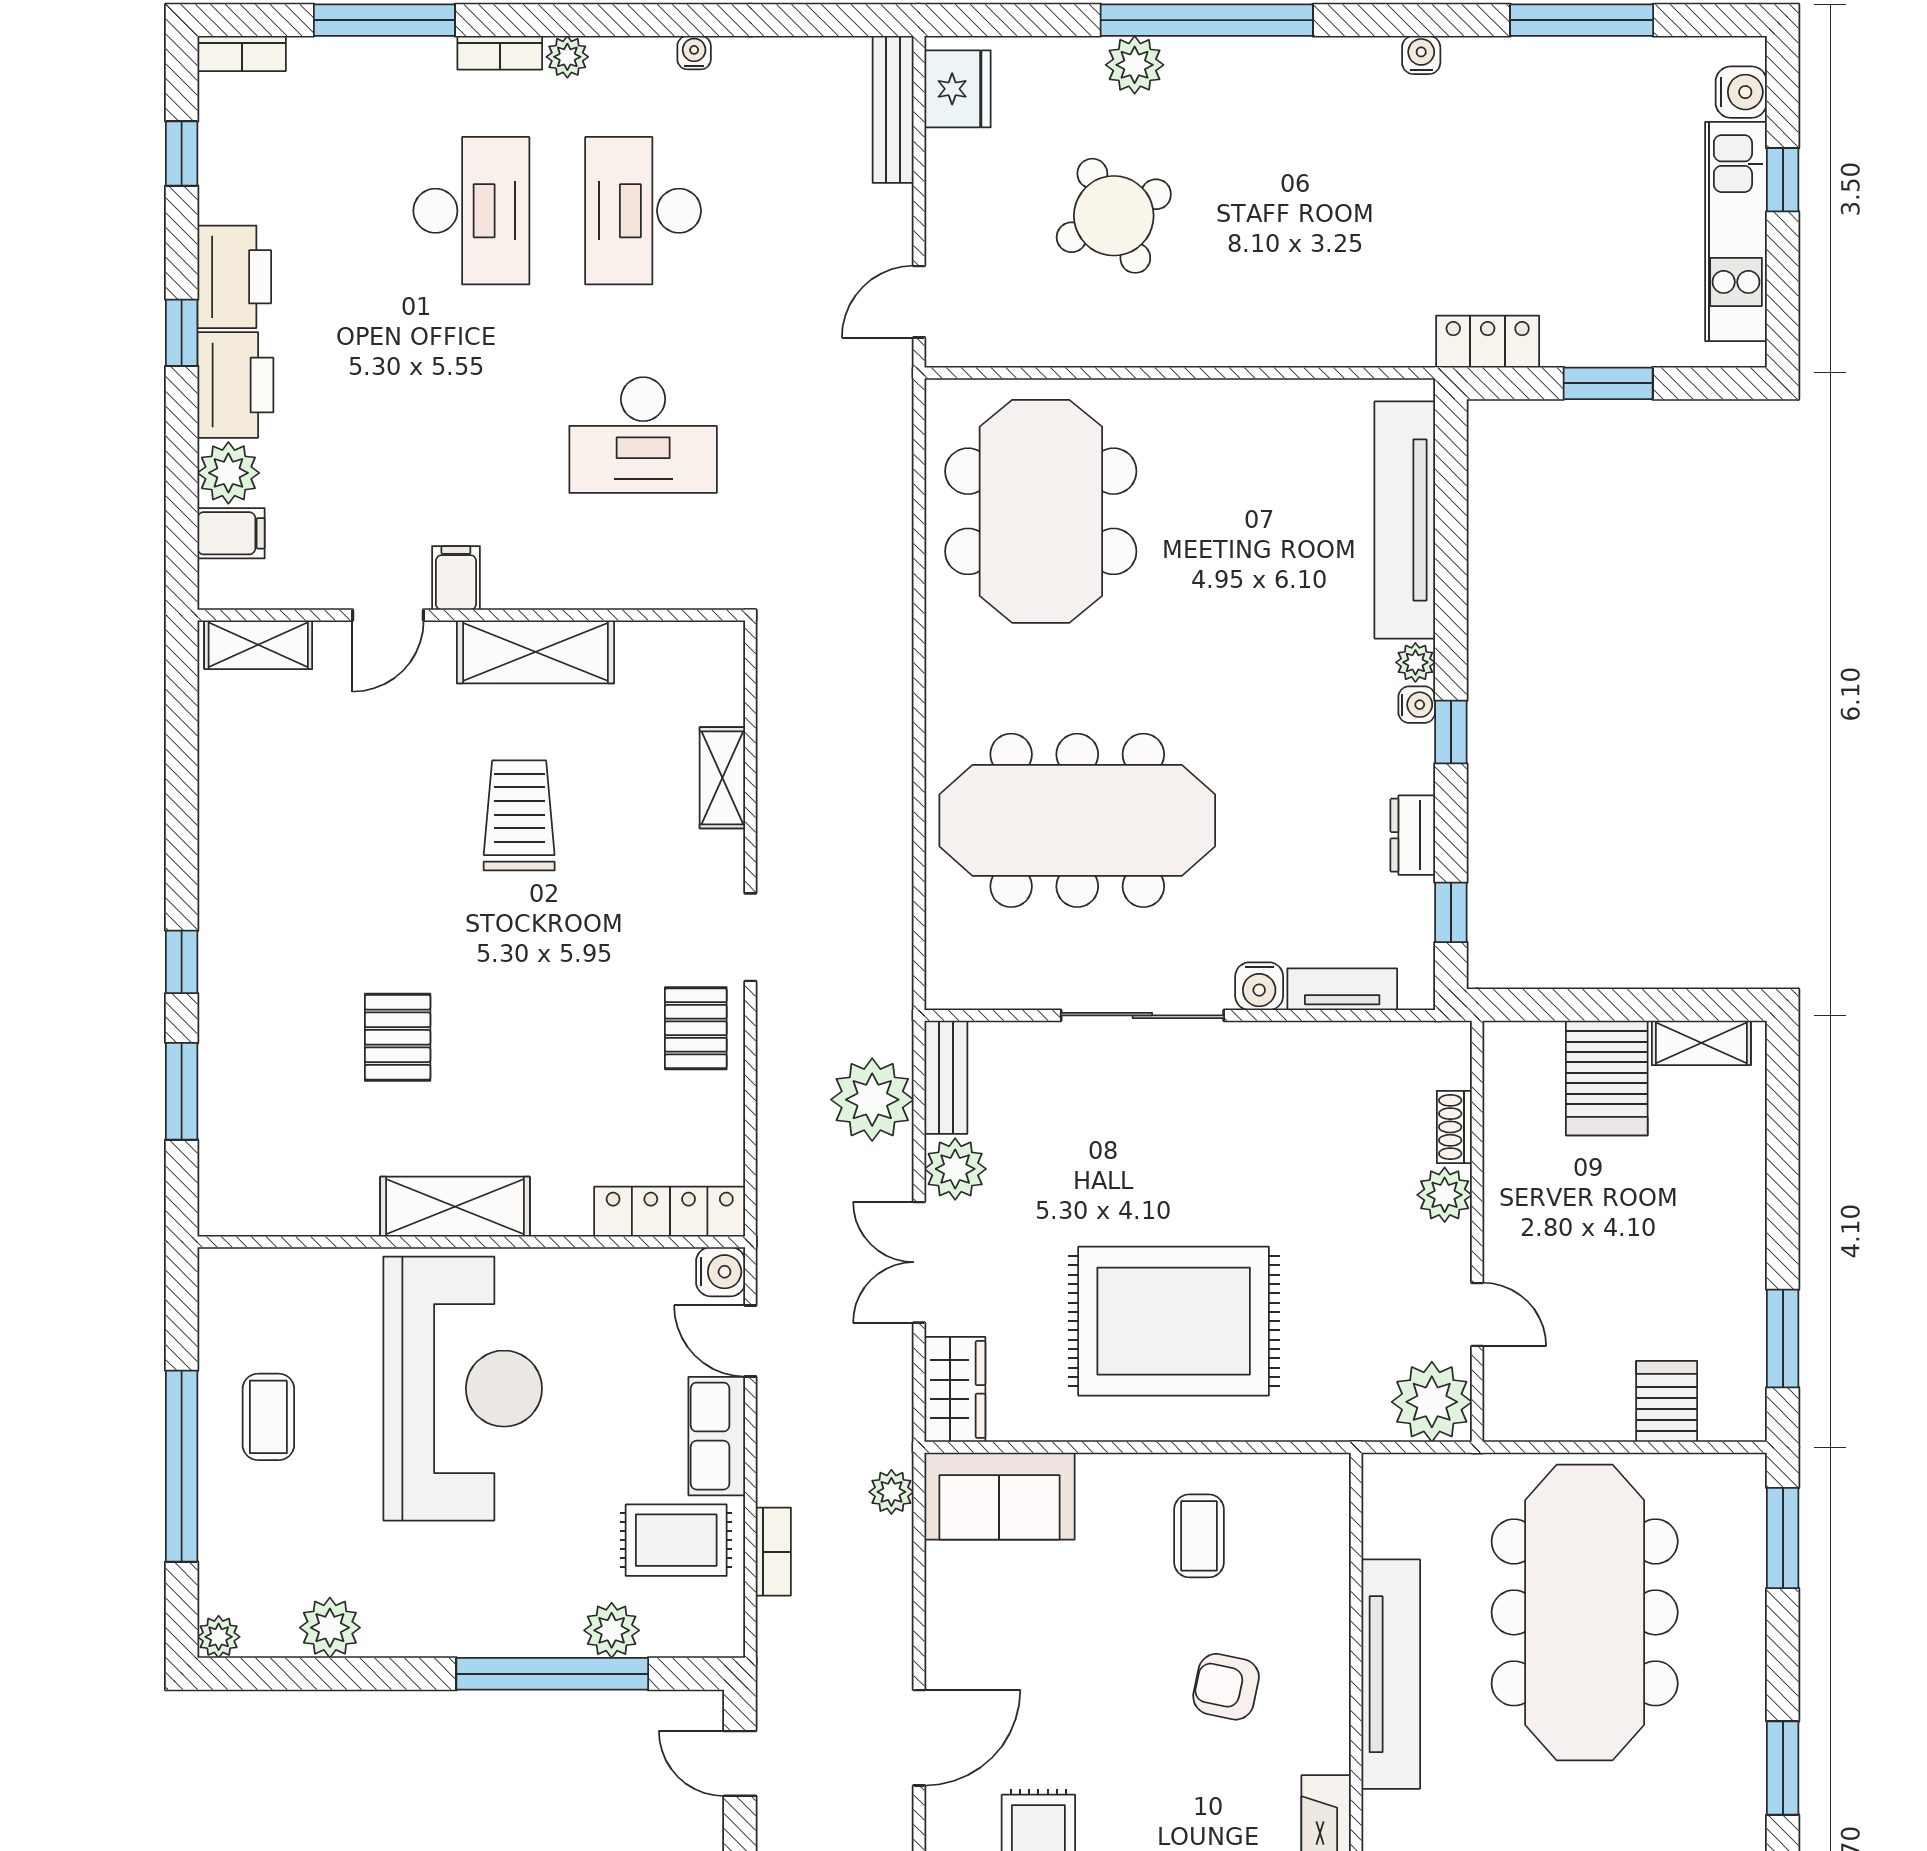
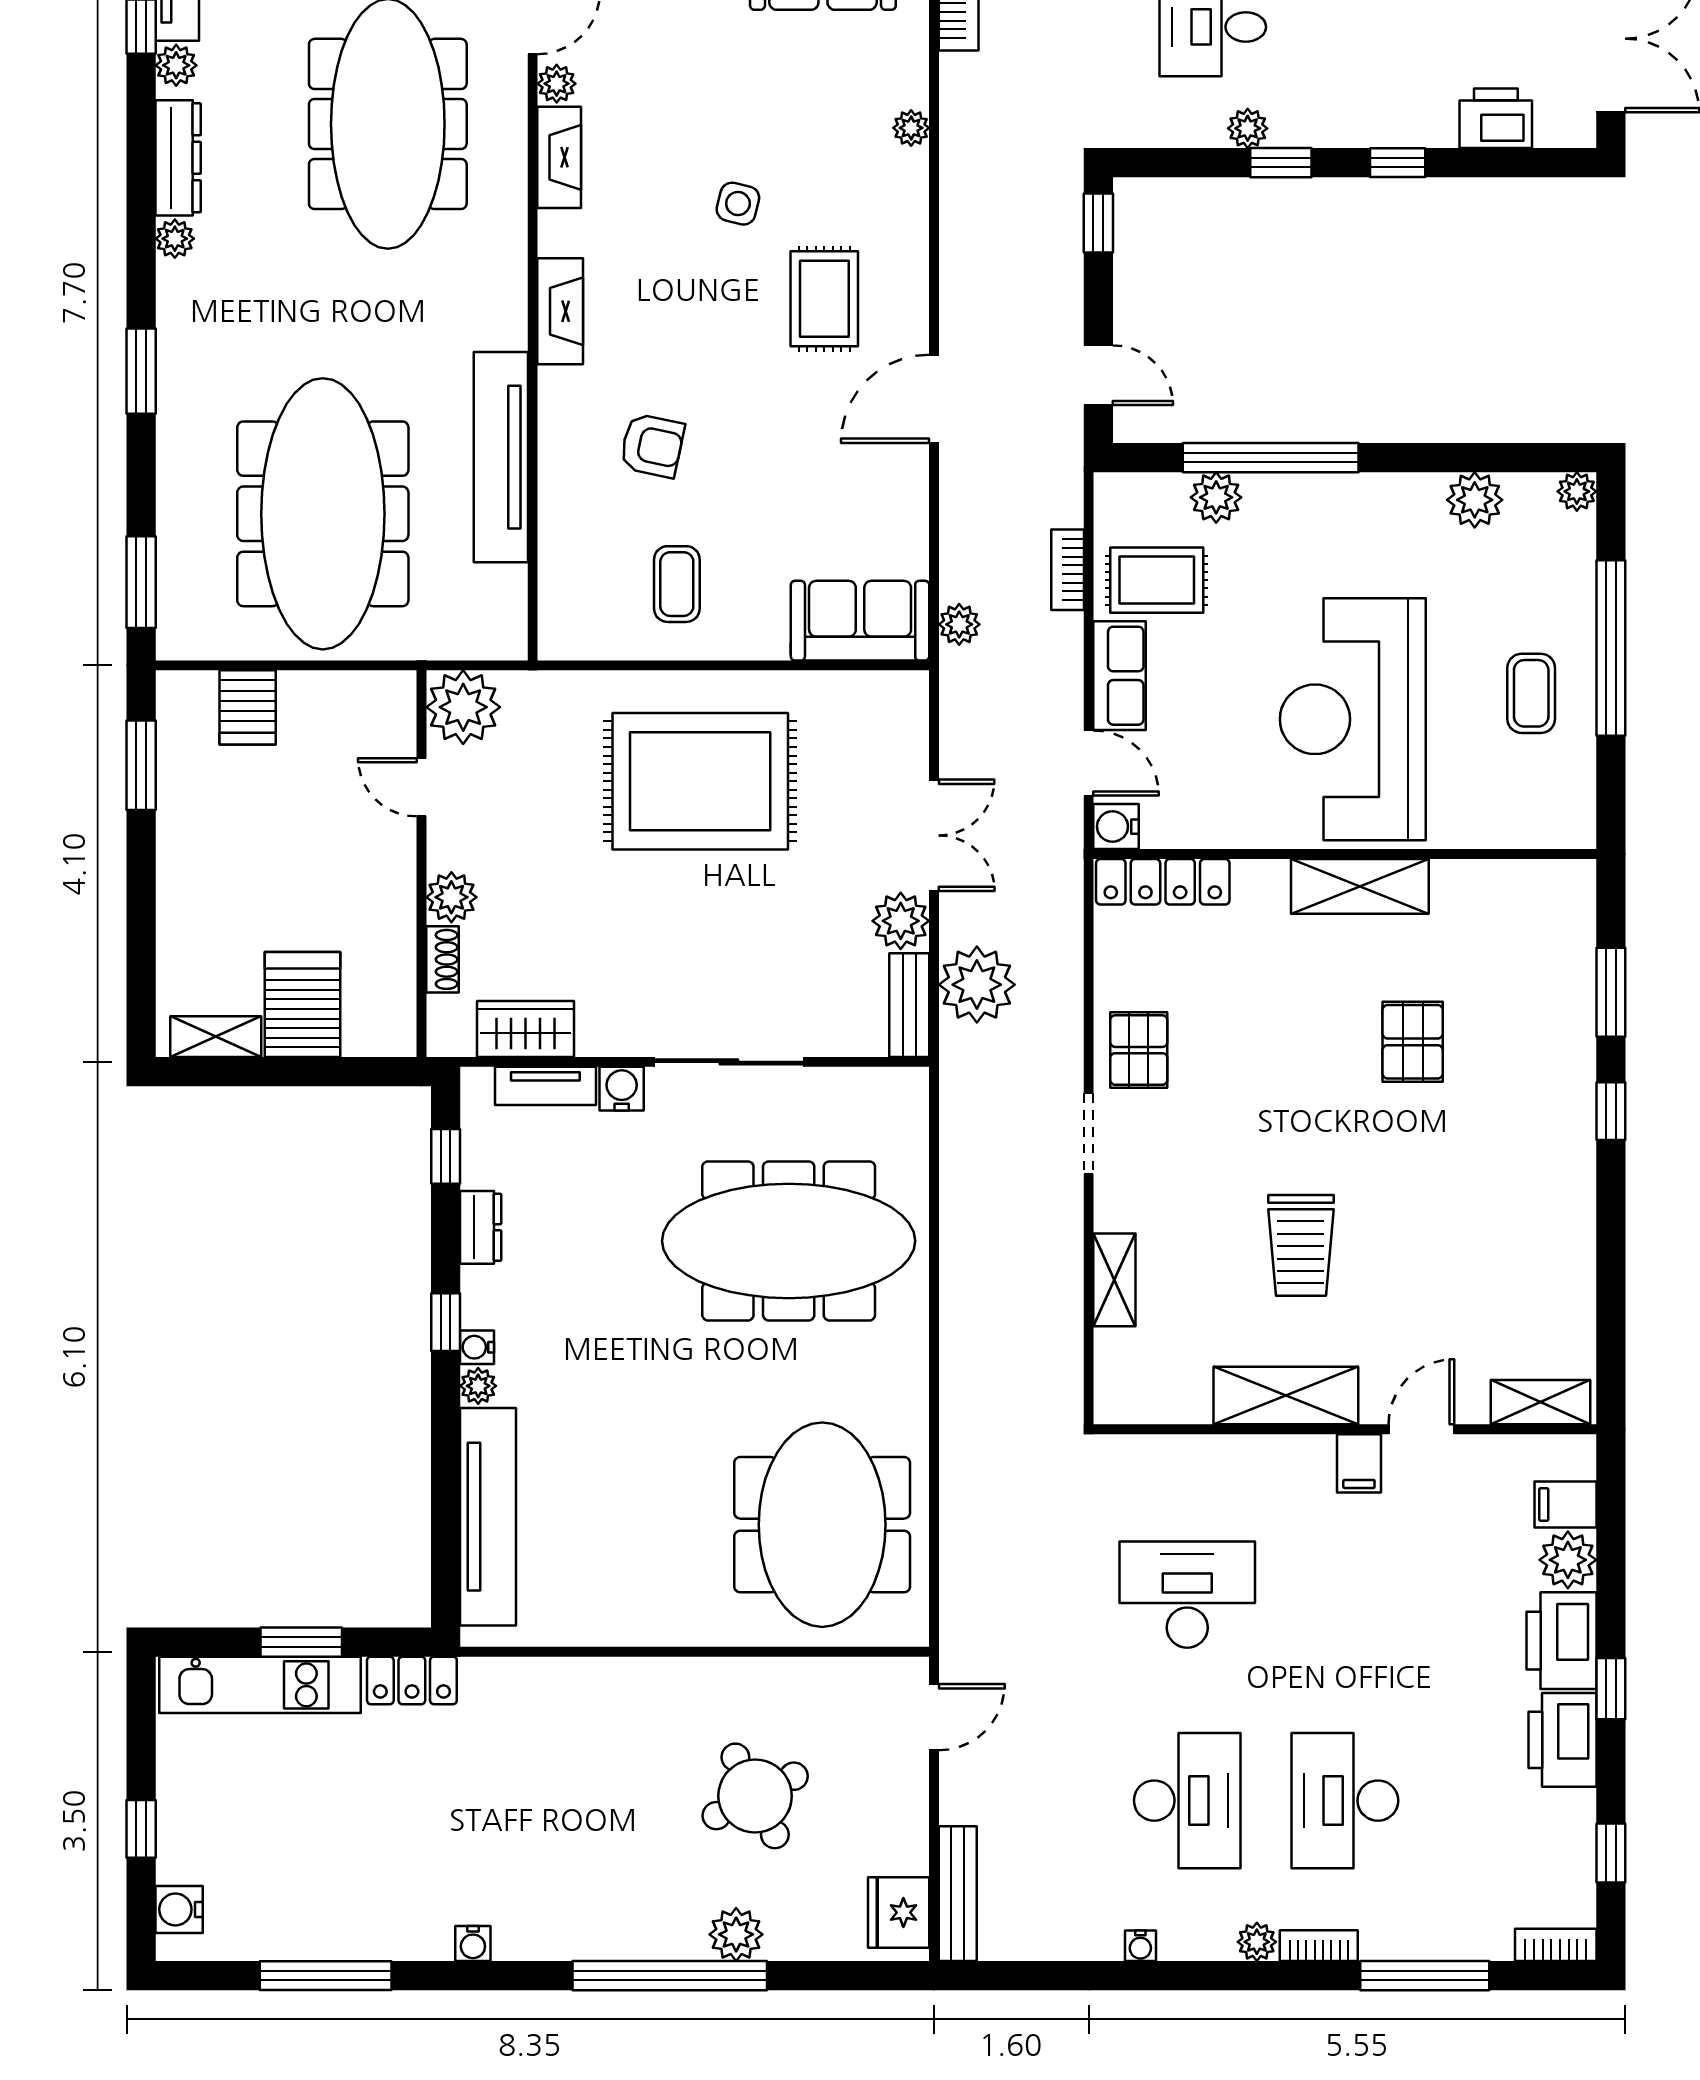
kitchen unit: (1736, 232) -> (260, 1685), moved, turned 90
wardrobe: (955, 1389) -> (526, 1029), moved, turned 90

